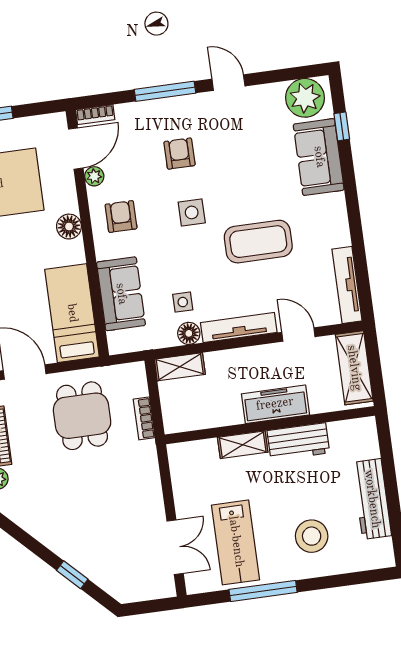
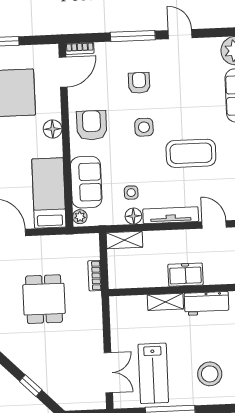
plant: (94, 176) -> (80, 217), moved
armchair: (121, 216) -> (92, 125), width x1.38, depth x1.38
freezer: (275, 404) -> (185, 275), width x0.71
dining table: (82, 416) -> (44, 299), moved

